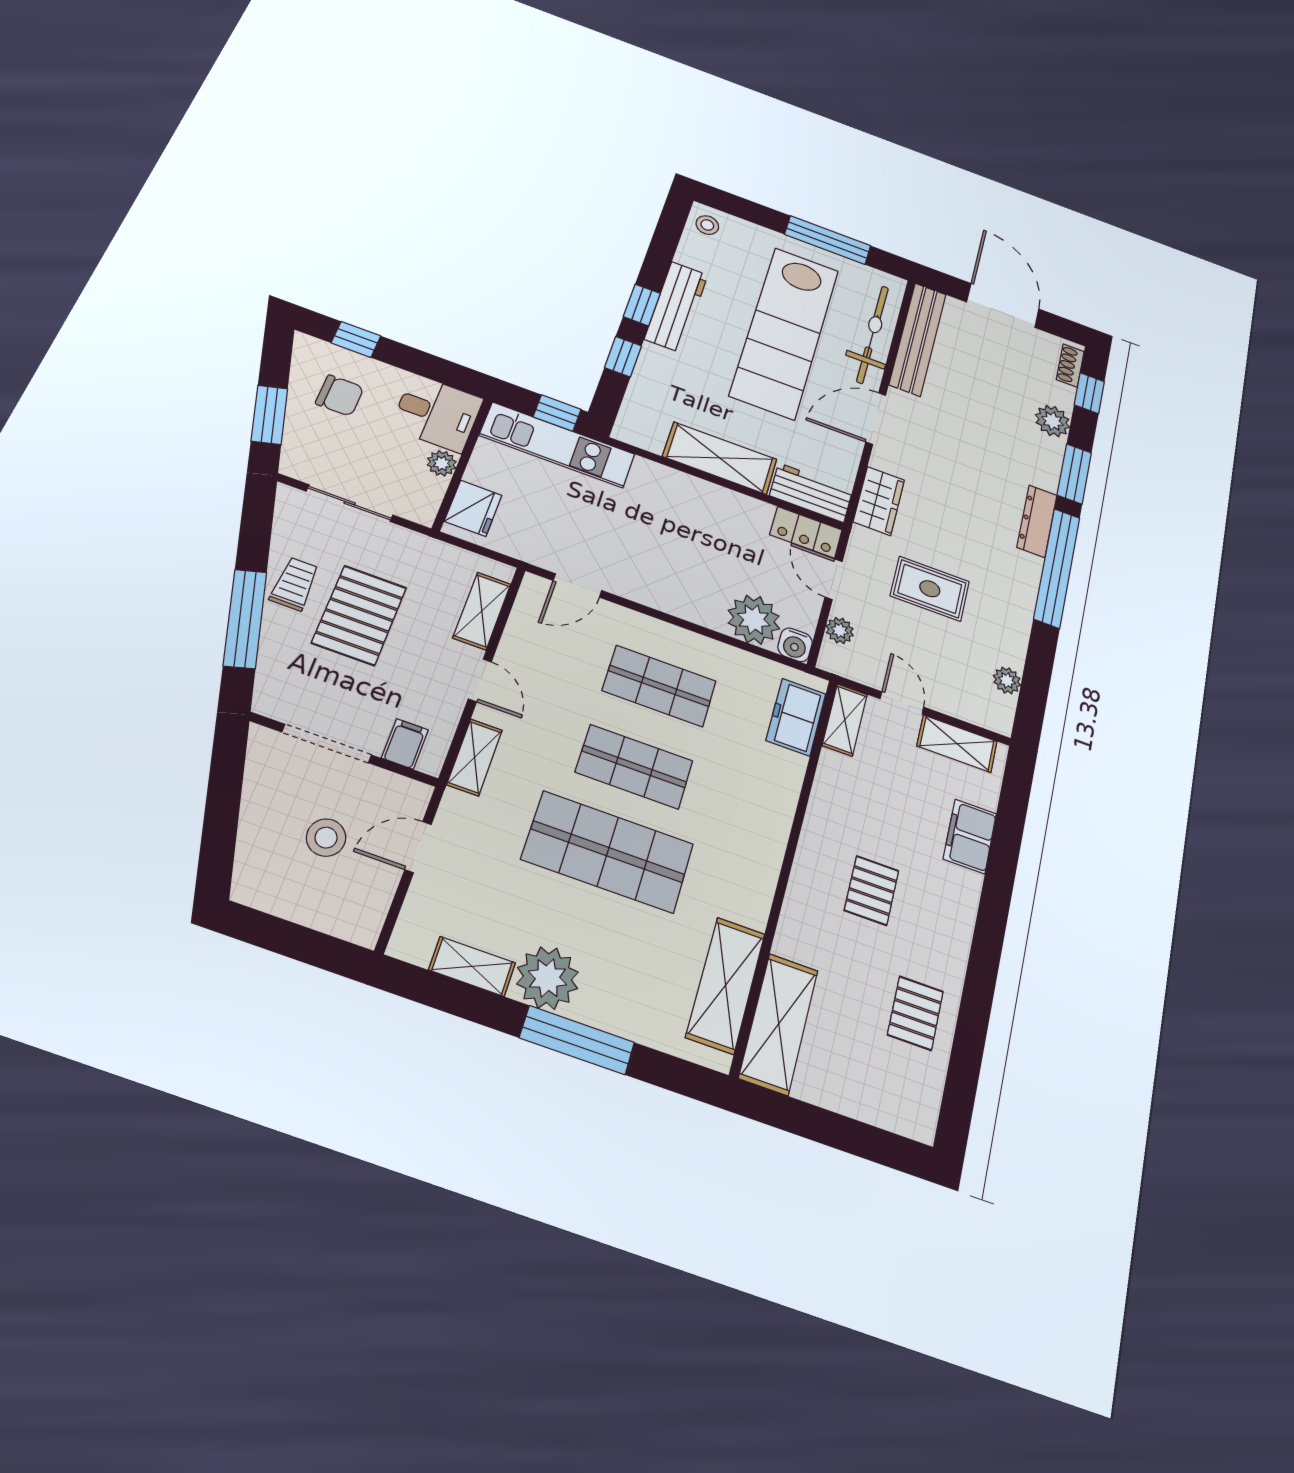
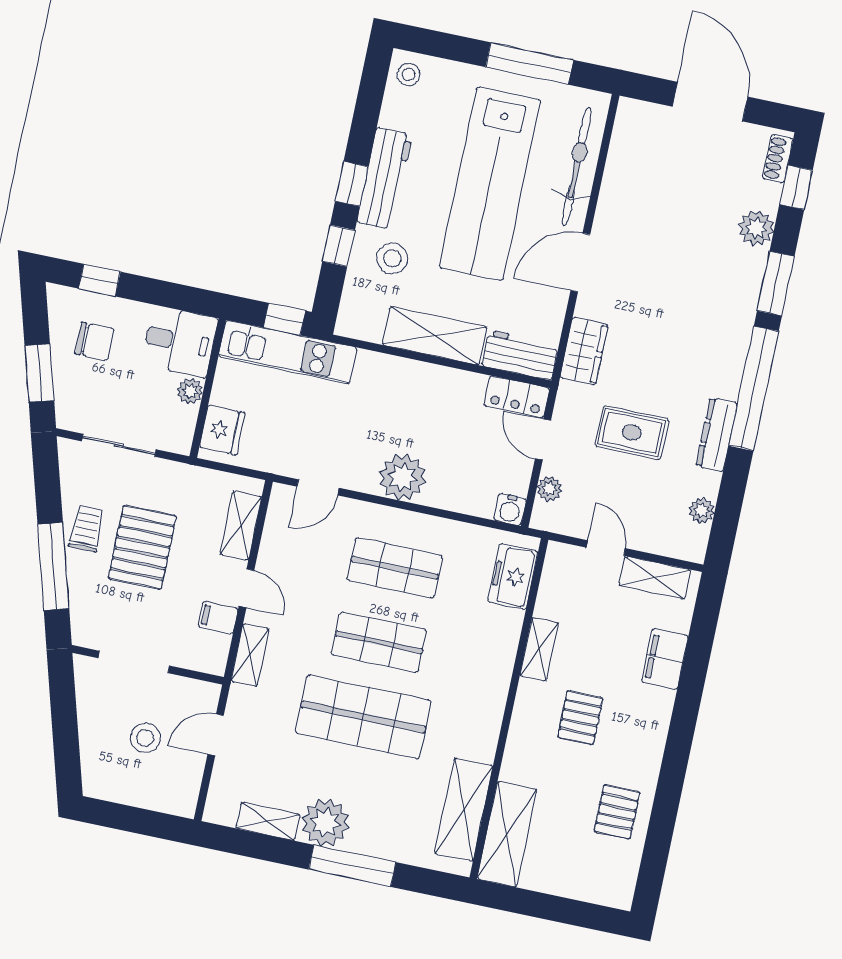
bench: (918, 339) -> (622, 162), removed
stool: (679, 379) -> (392, 258), added
dresser: (1037, 521) -> (717, 435), moved
plant: (754, 620) -> (403, 477), moved
shelving: (845, 720) -> (539, 649), moved
filing cabinet: (405, 744) -> (218, 618), moved, turned -90

